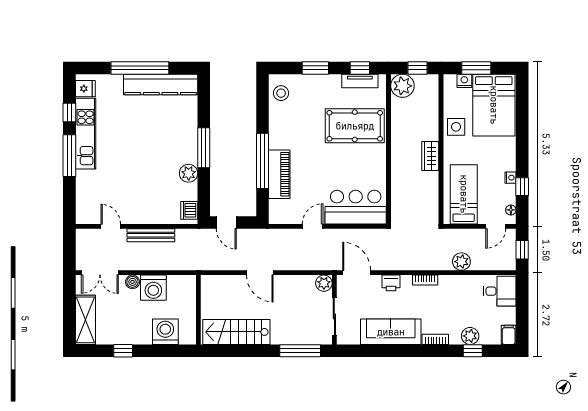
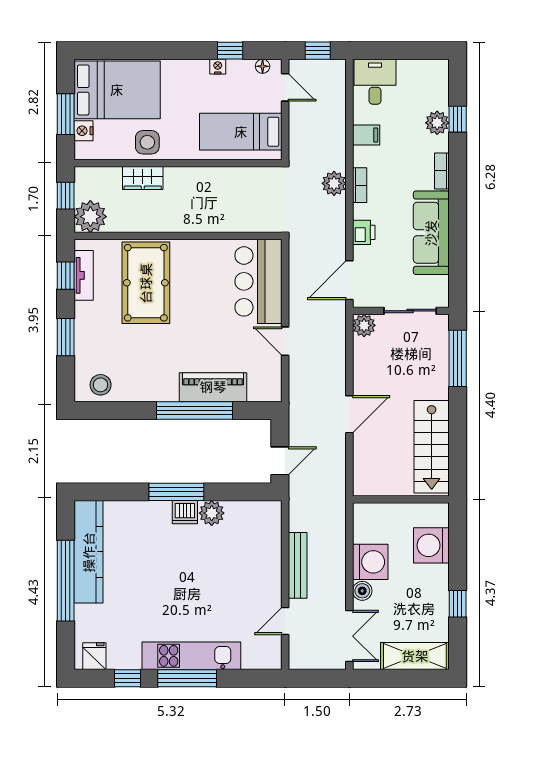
kitchen unit: (86, 134) -> (191, 656), moved
wardrobe: (430, 156) -> (143, 178), moved
dishwasher: (189, 210) -> (185, 512), moved
plant: (461, 262) -> (334, 183), moved
filing cabinet: (509, 335) -> (366, 135), moved, turned 180

